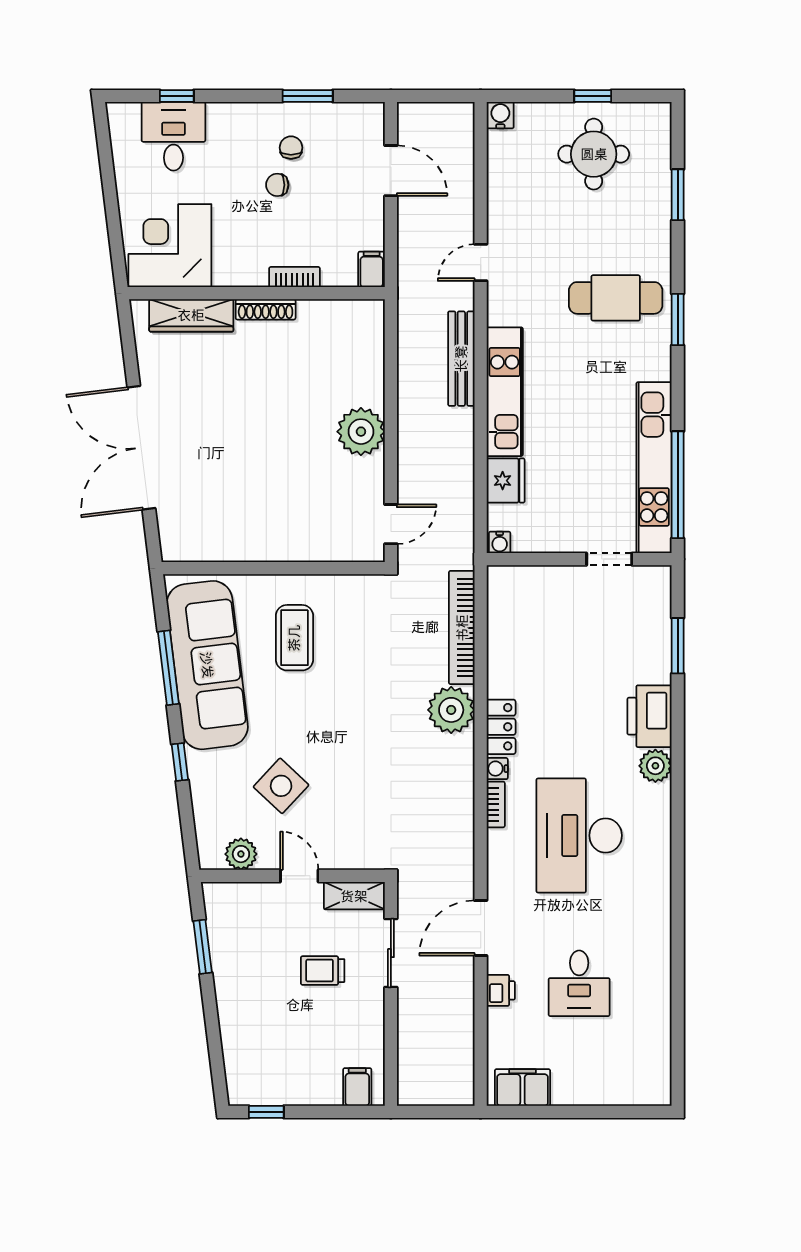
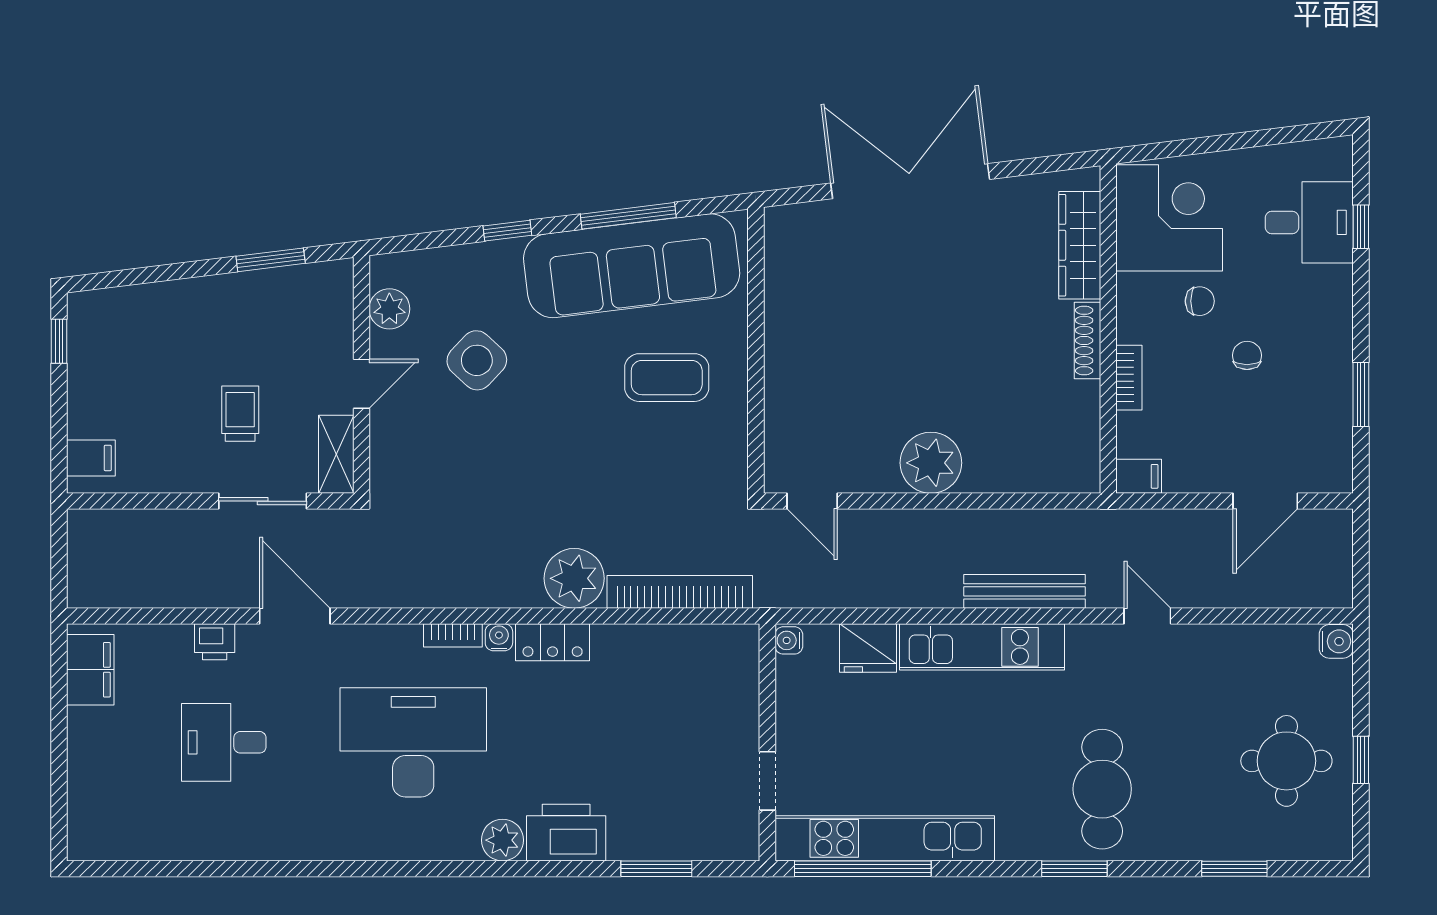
chair: (291, 148) -> (1200, 301), moved

